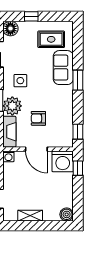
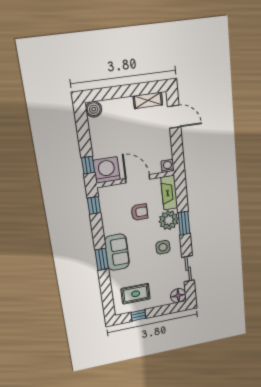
window: (31, 16) -> (138, 315), moved
sofa: (63, 68) -> (117, 252), moved
shelving: (30, 216) -> (148, 100), moved

